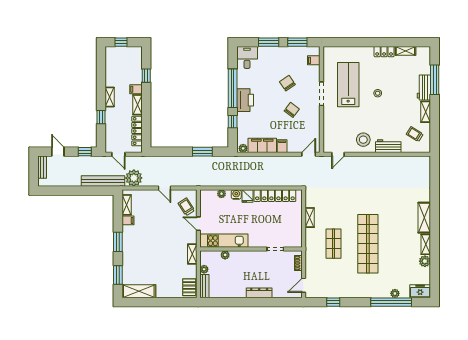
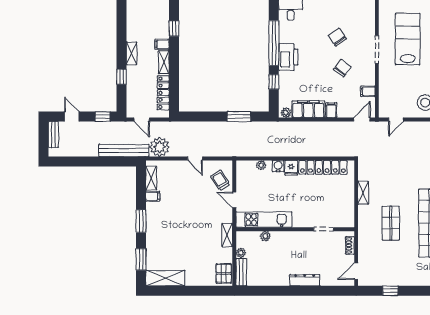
filing cabinet: (314, 60) -> (368, 91), moved

